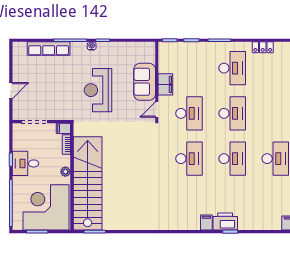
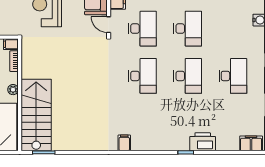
door: (157, 110) -> (109, 25), hinge flipped
stairs: (88, 183) -> (36, 115), width x0.73
printer: (225, 222) -> (203, 142), moved
filing cabinet: (206, 223) -> (124, 143), moved

